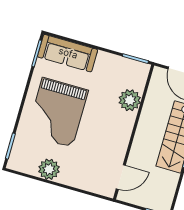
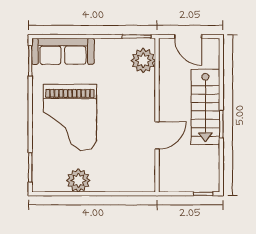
plant: (130, 100) -> (143, 60), moved
door: (121, 177) -> (157, 135), moved

